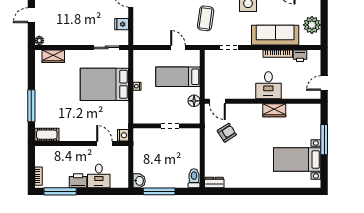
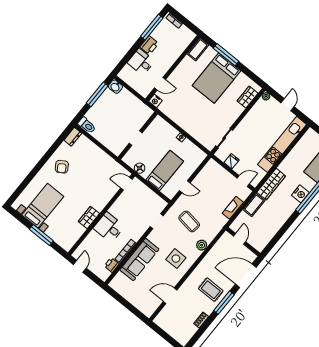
plant: (312, 25) -> (126, 290), removed
bed: (104, 84) -> (216, 78), moved, turned 180
armchair: (227, 133) -> (62, 167), moved

